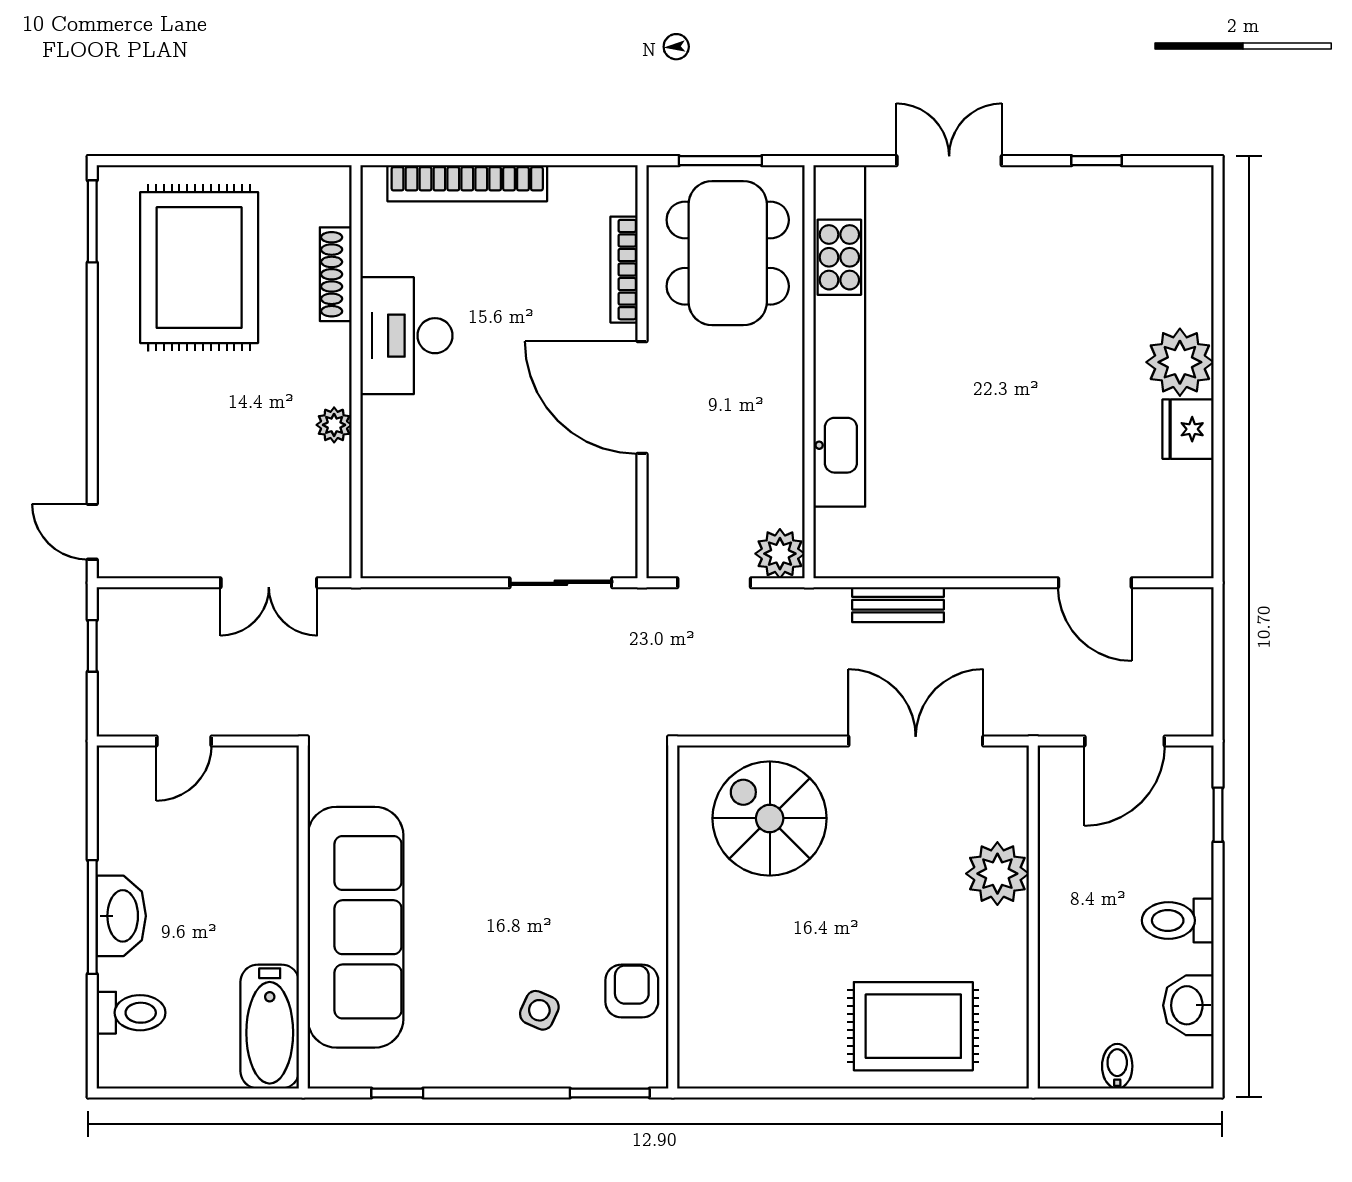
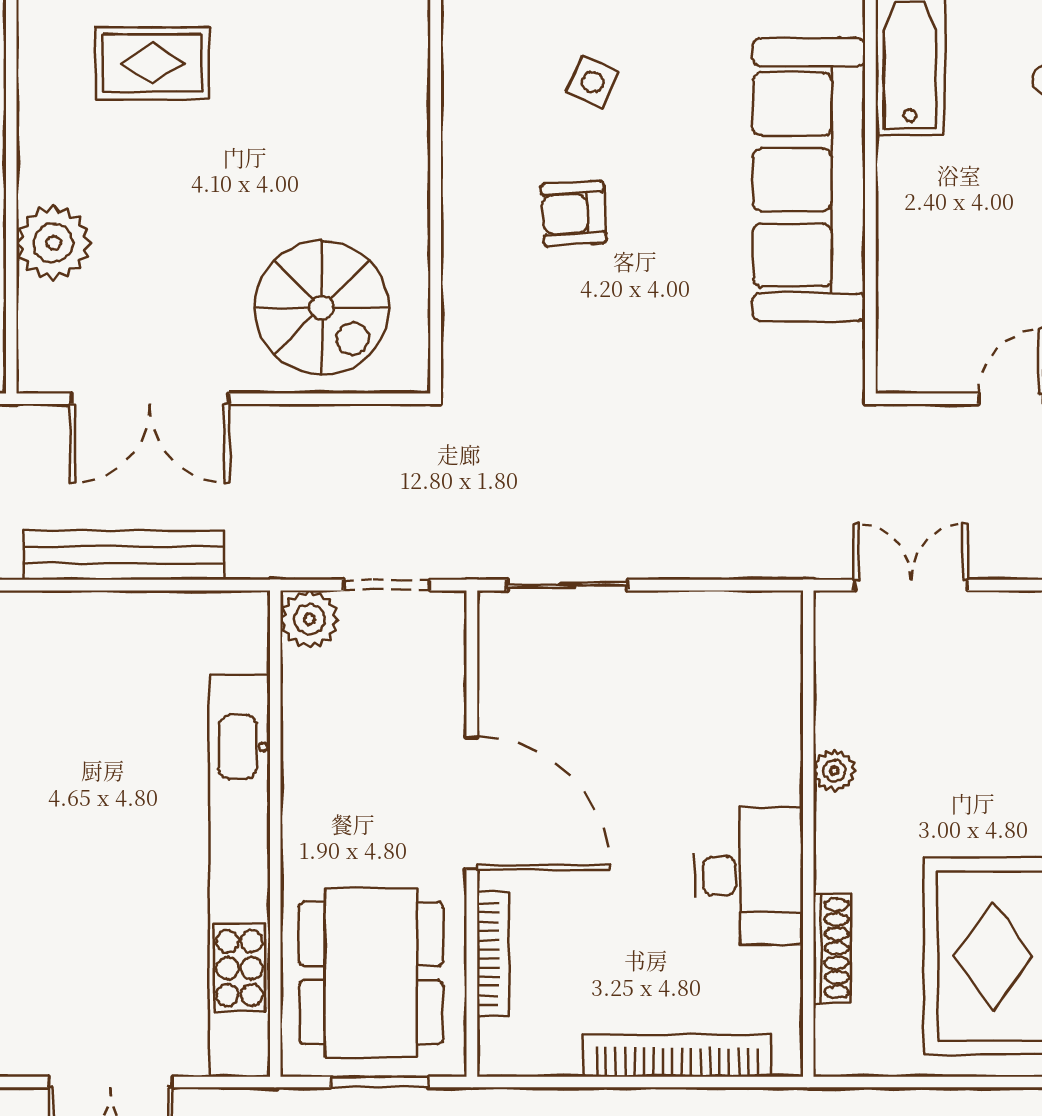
bench: (898, 605) -> (124, 555), width x1.86, depth x1.21
armchair: (632, 991) -> (574, 213), moved, turned 87
rug: (913, 1026) -> (152, 63), width x0.73, depth x0.70

